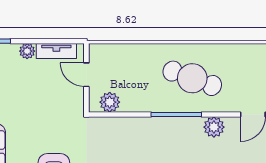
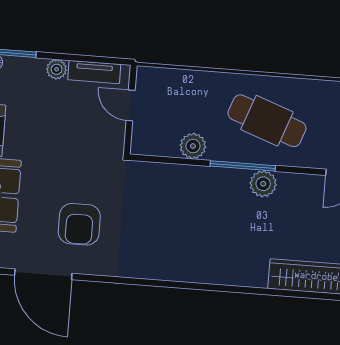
plant: (110, 102) -> (193, 146), moved
plant: (214, 127) -> (263, 184), moved

